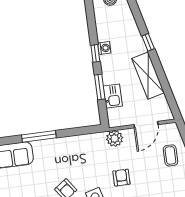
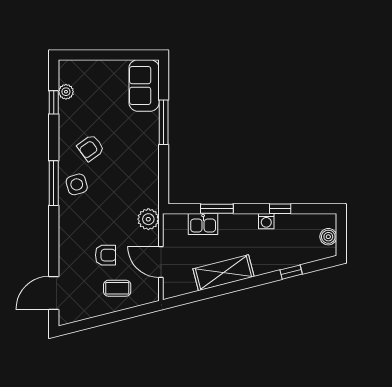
window: (148, 42) -> (291, 272), moved
window: (95, 53) -> (280, 209), moved
armchair: (121, 178) -> (106, 255), moved

